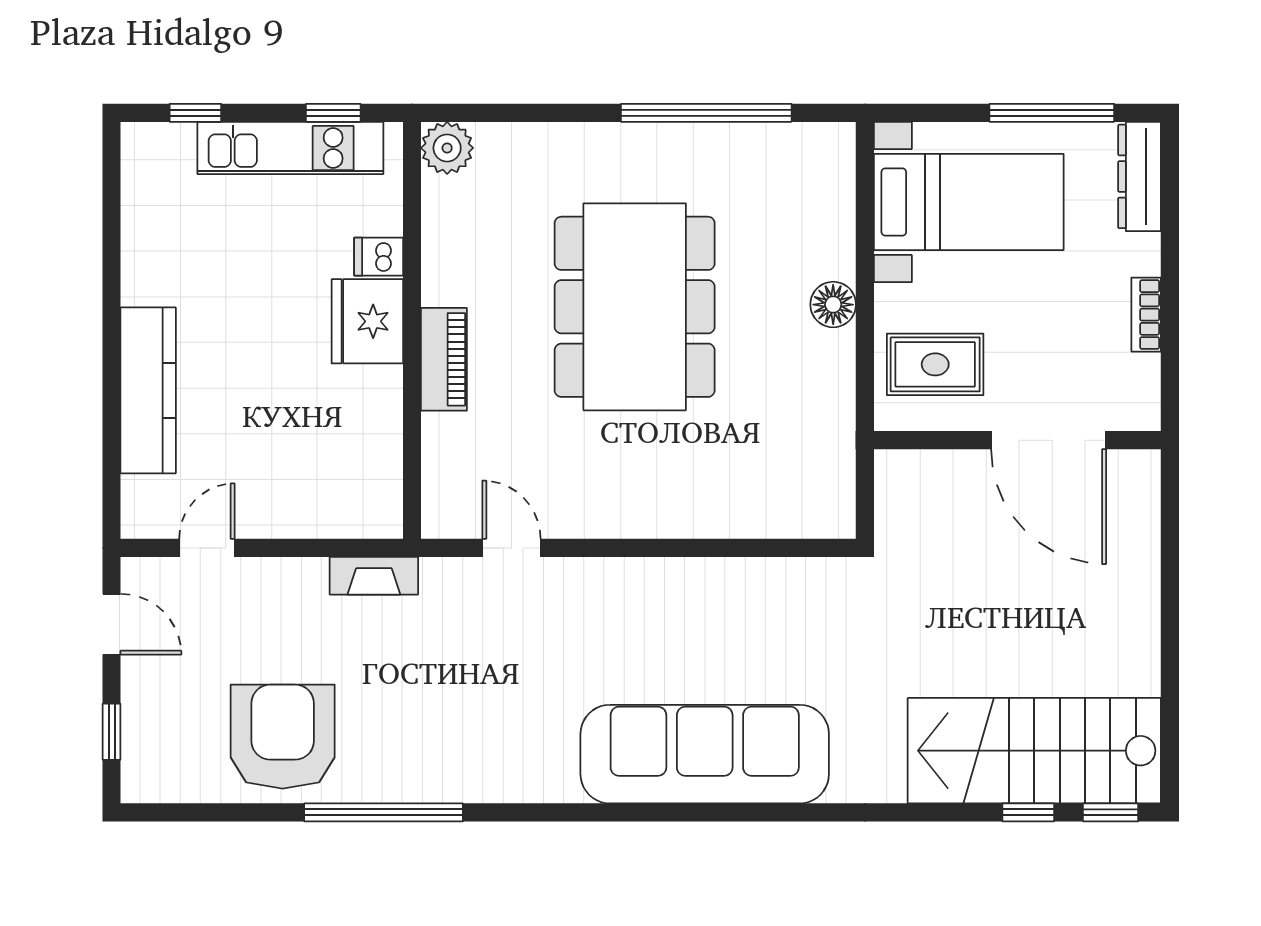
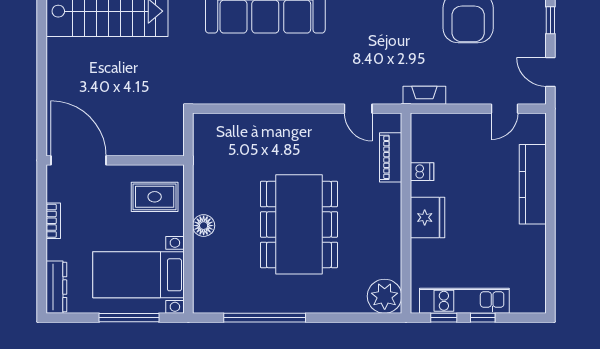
window: (195, 113) -> (483, 318), moved
window: (1052, 113) -> (129, 318), moved
plant: (447, 148) -> (385, 296), width x1.36, depth x1.36
dishwasher: (379, 257) -> (422, 172), moved
piano: (444, 359) -> (391, 157), moved
door: (1049, 440) -> (79, 160), moved

